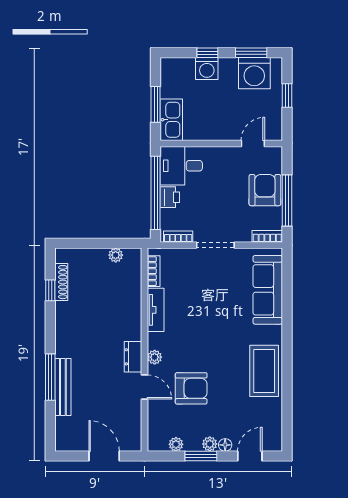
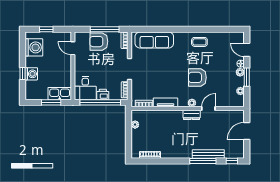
window: (251, 53) -> (22, 49), removed
window: (50, 290) -> (232, 161), moved
coffee table: (264, 371) -> (199, 42), width x0.54, depth x0.58
armchair: (191, 388) -> (197, 77), moved, turned -90

